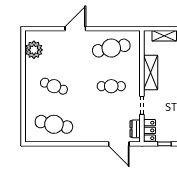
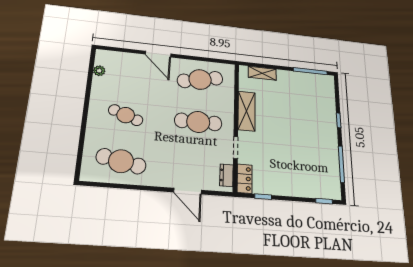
door: (75, 29) -> (158, 54), swing flipped
plant: (34, 50) -> (99, 71), width x0.53, depth x0.53
cafe table: (111, 86) -> (198, 122), width x1.37, depth x1.35
door: (119, 144) -> (188, 191), moved

